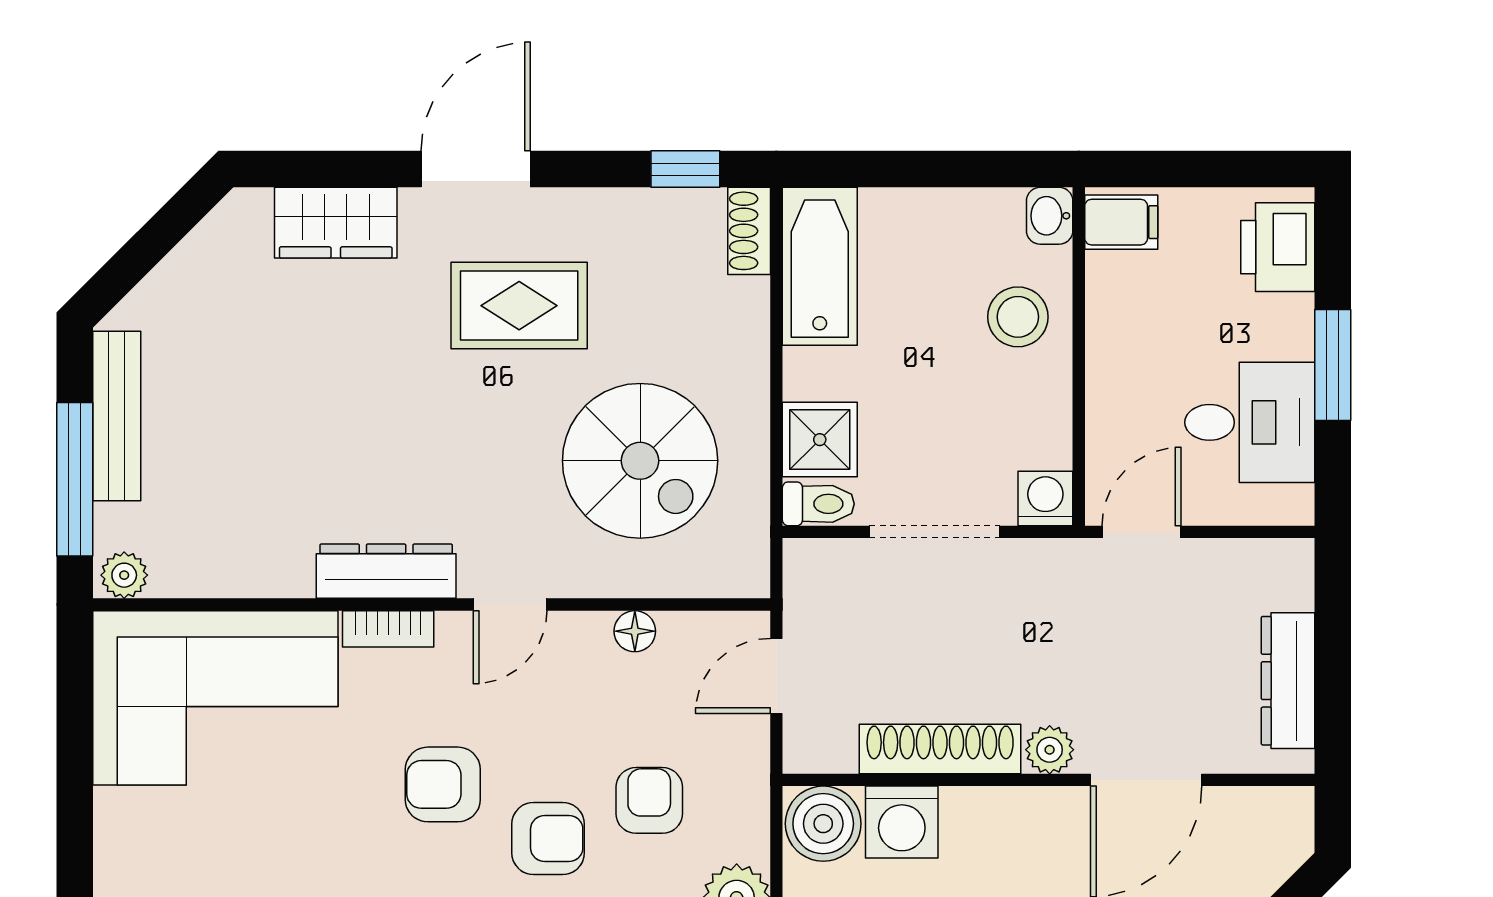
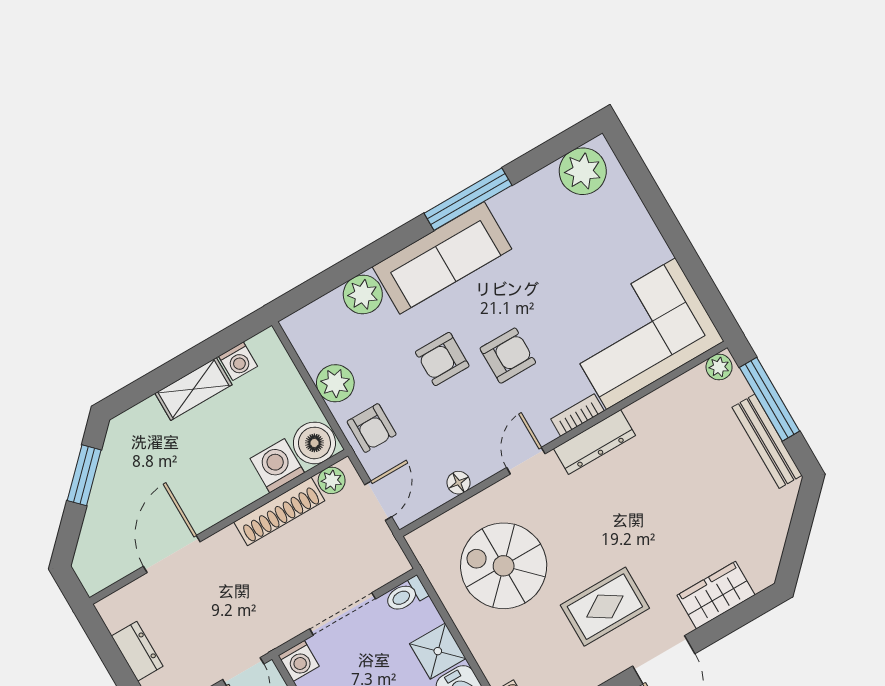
shower: (820, 440) -> (438, 651), moved
dresser: (1288, 681) -> (137, 651), width x0.70
plant: (1050, 750) -> (332, 480), moved
armchair: (649, 800) -> (372, 428), moved

